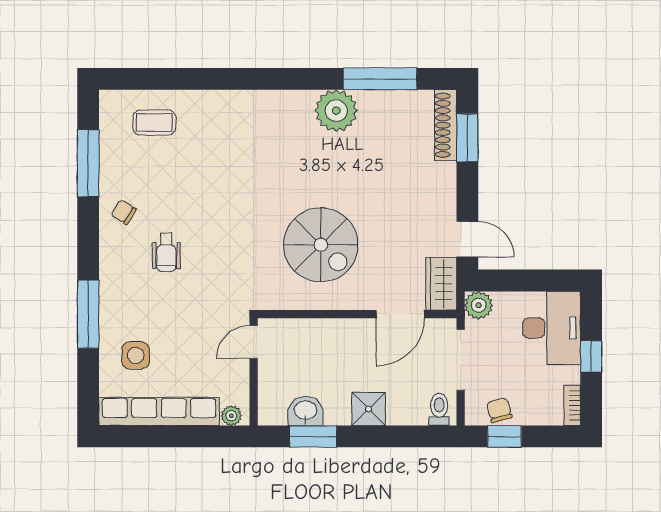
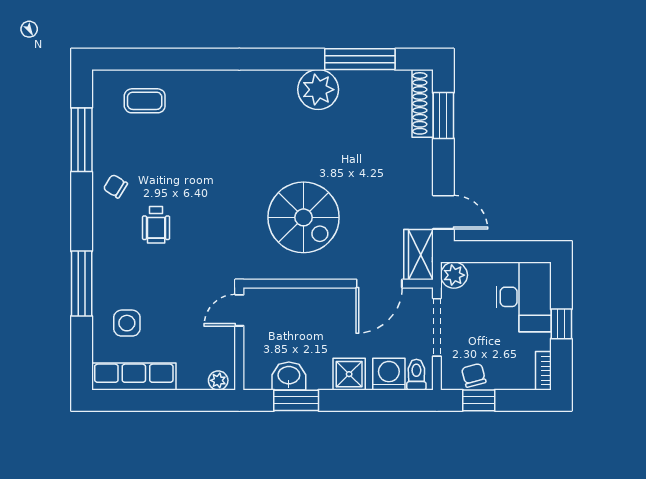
washing machine: (410, 409) -> (389, 374), added
row of seats: (159, 411) -> (134, 376), width x0.73

